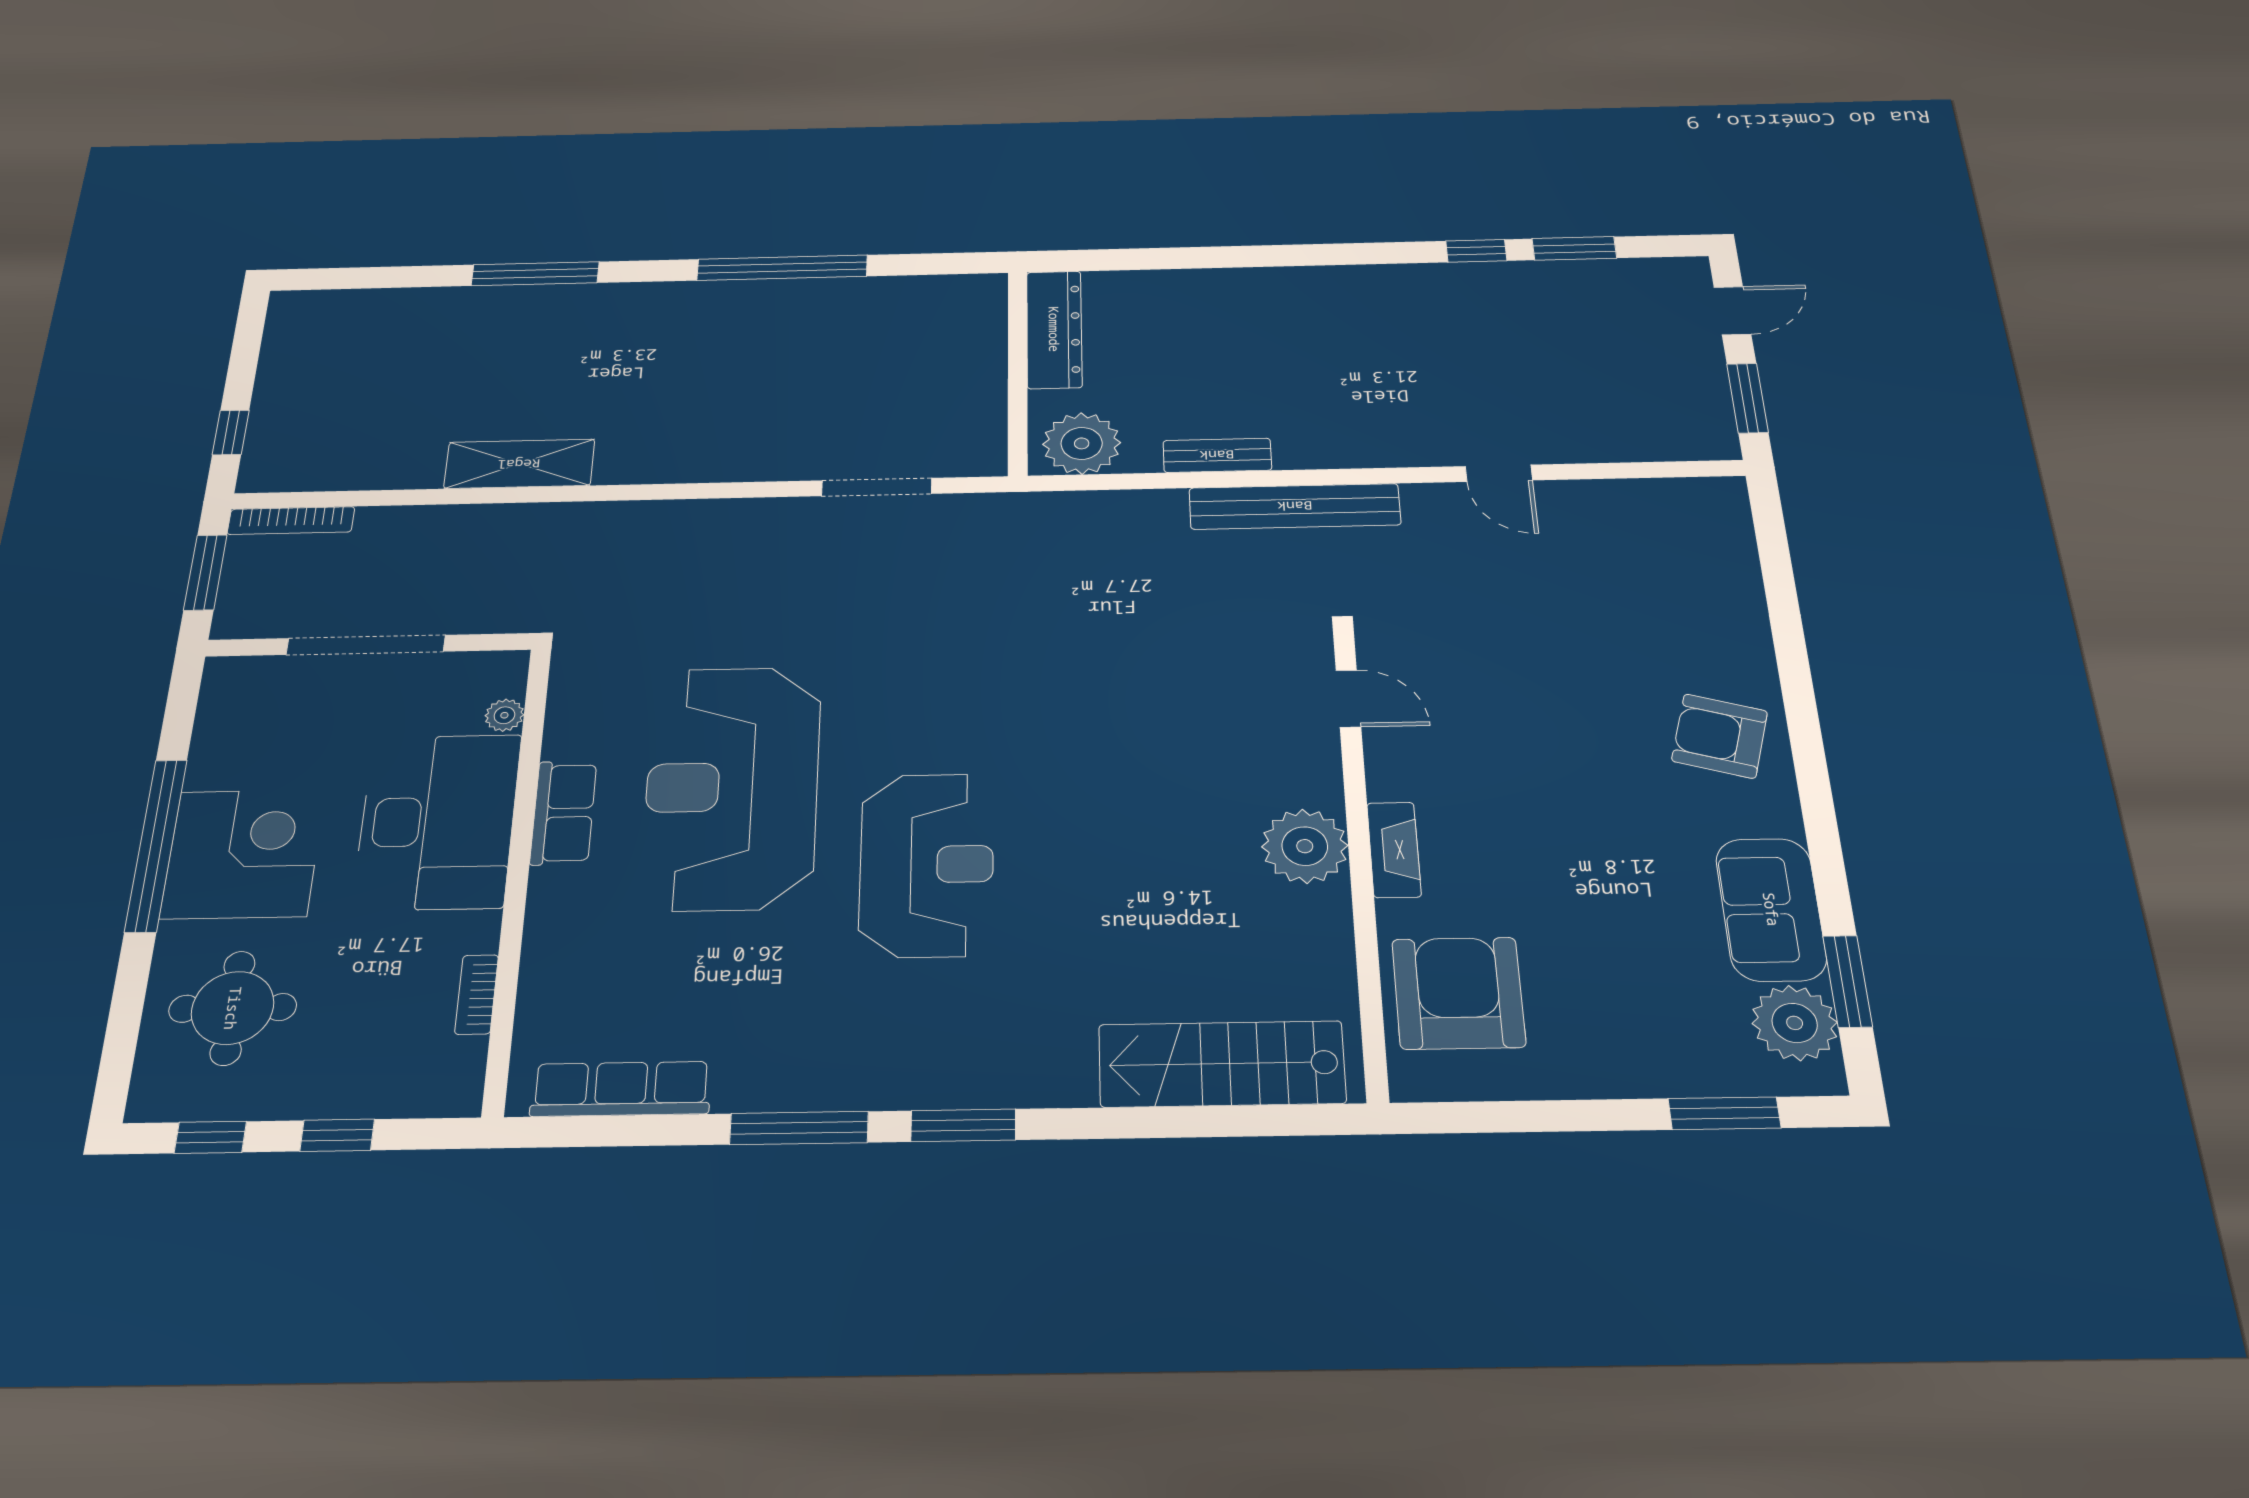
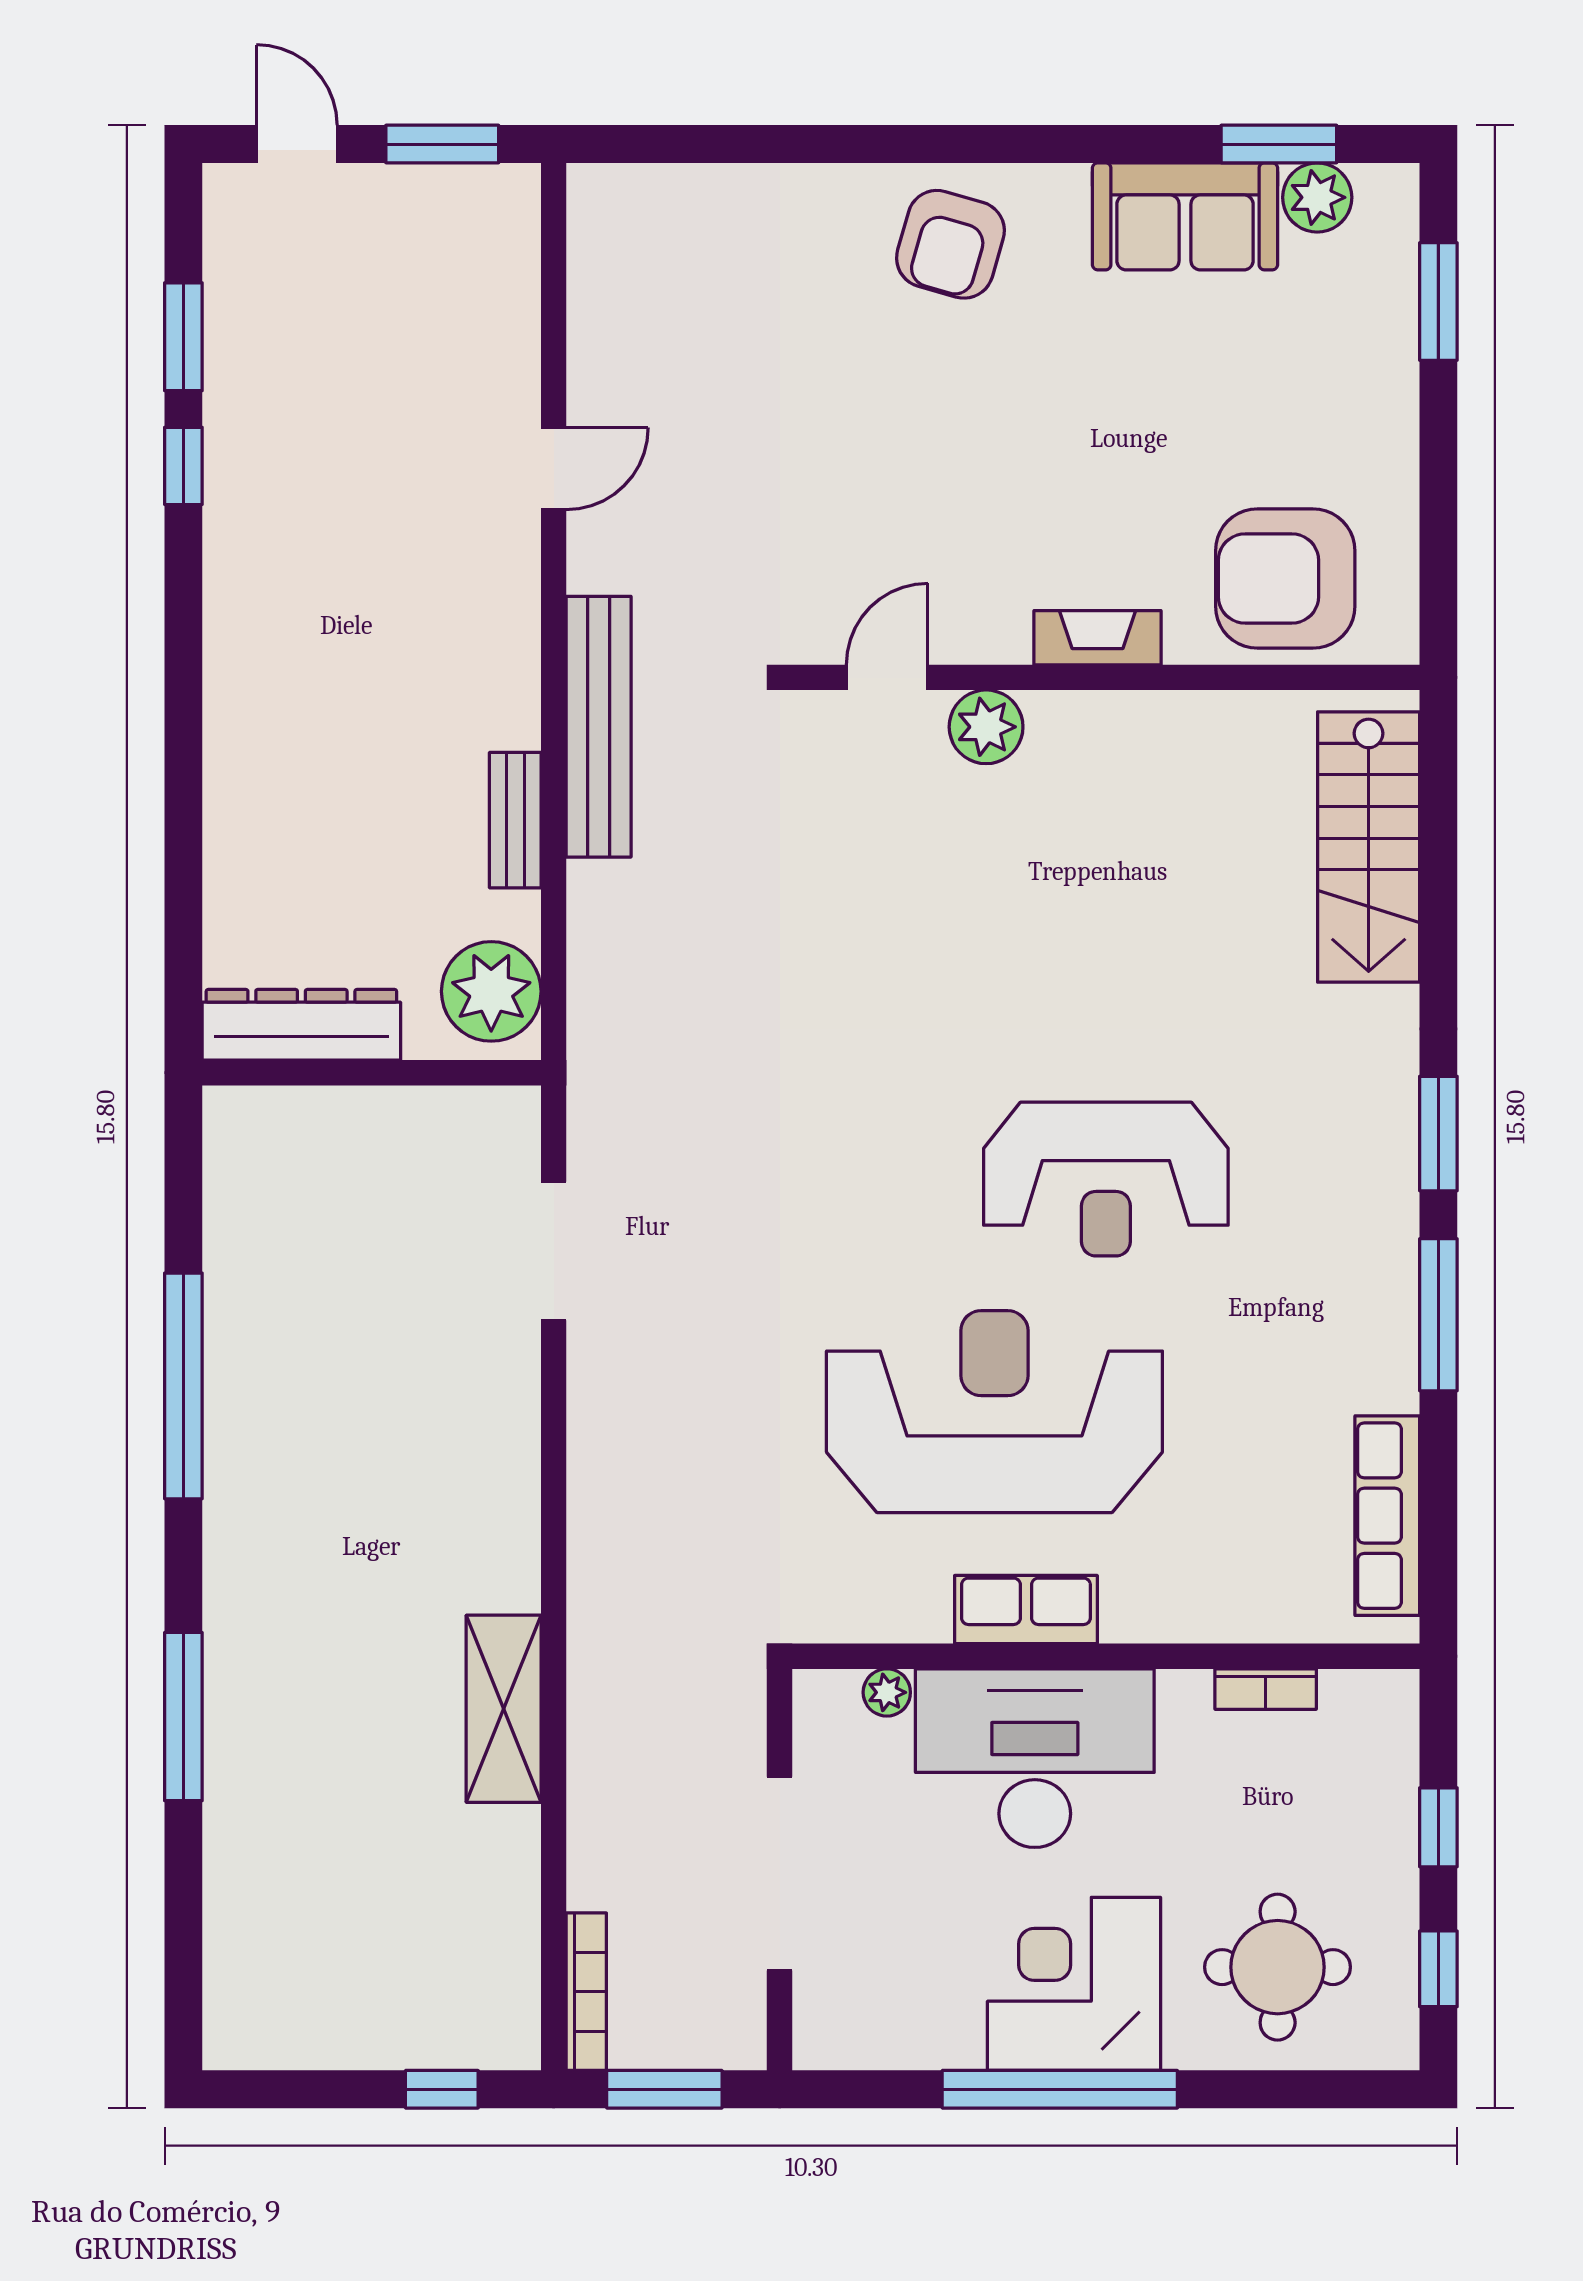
reception desk: (732, 787) -> (994, 1412), turned 180
plant: (1305, 846) -> (986, 727), moved, width x0.73, depth x0.73
reception desk: (927, 865) -> (1106, 1179), turned 180
plant: (1795, 1023) -> (1317, 197), width x0.73, depth x0.73

